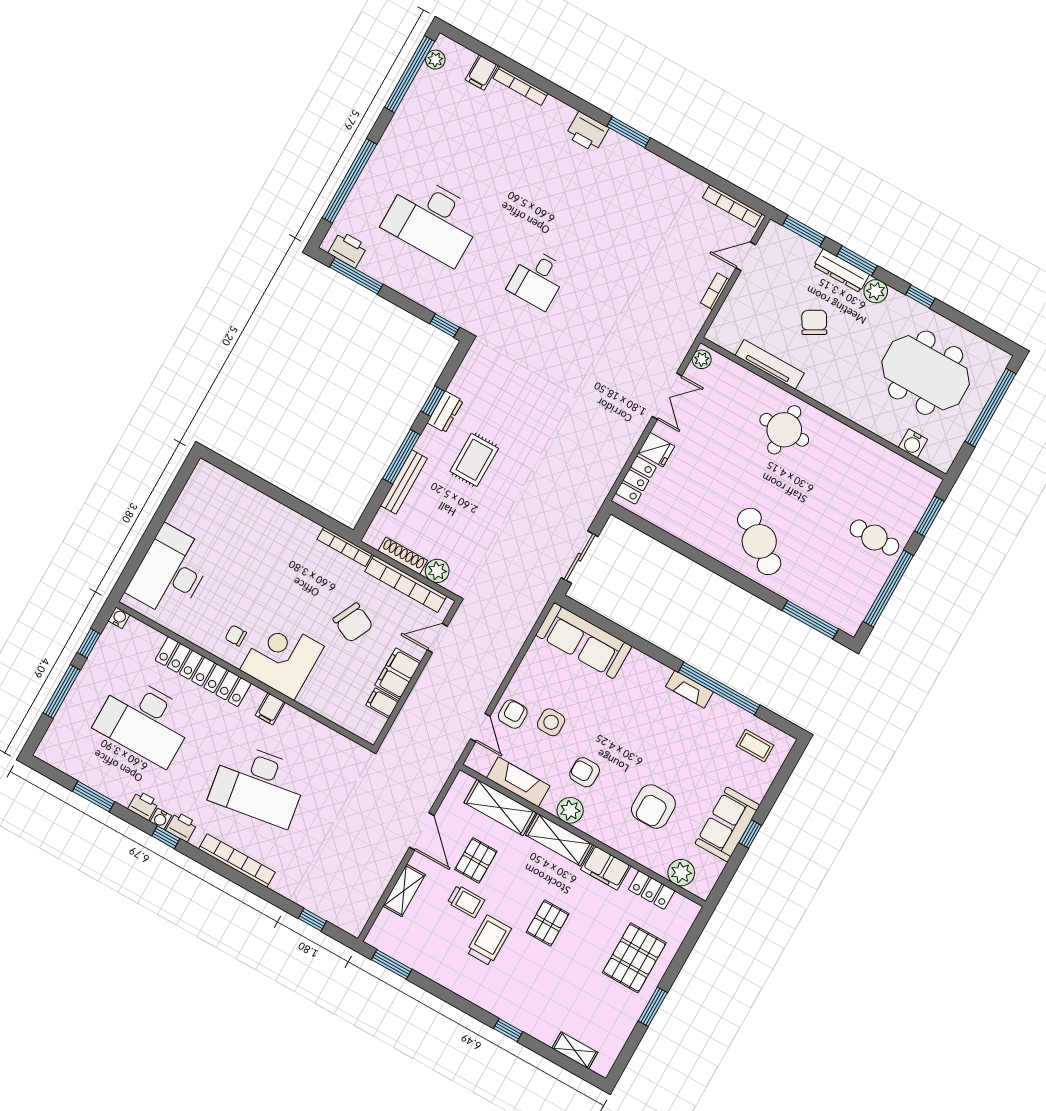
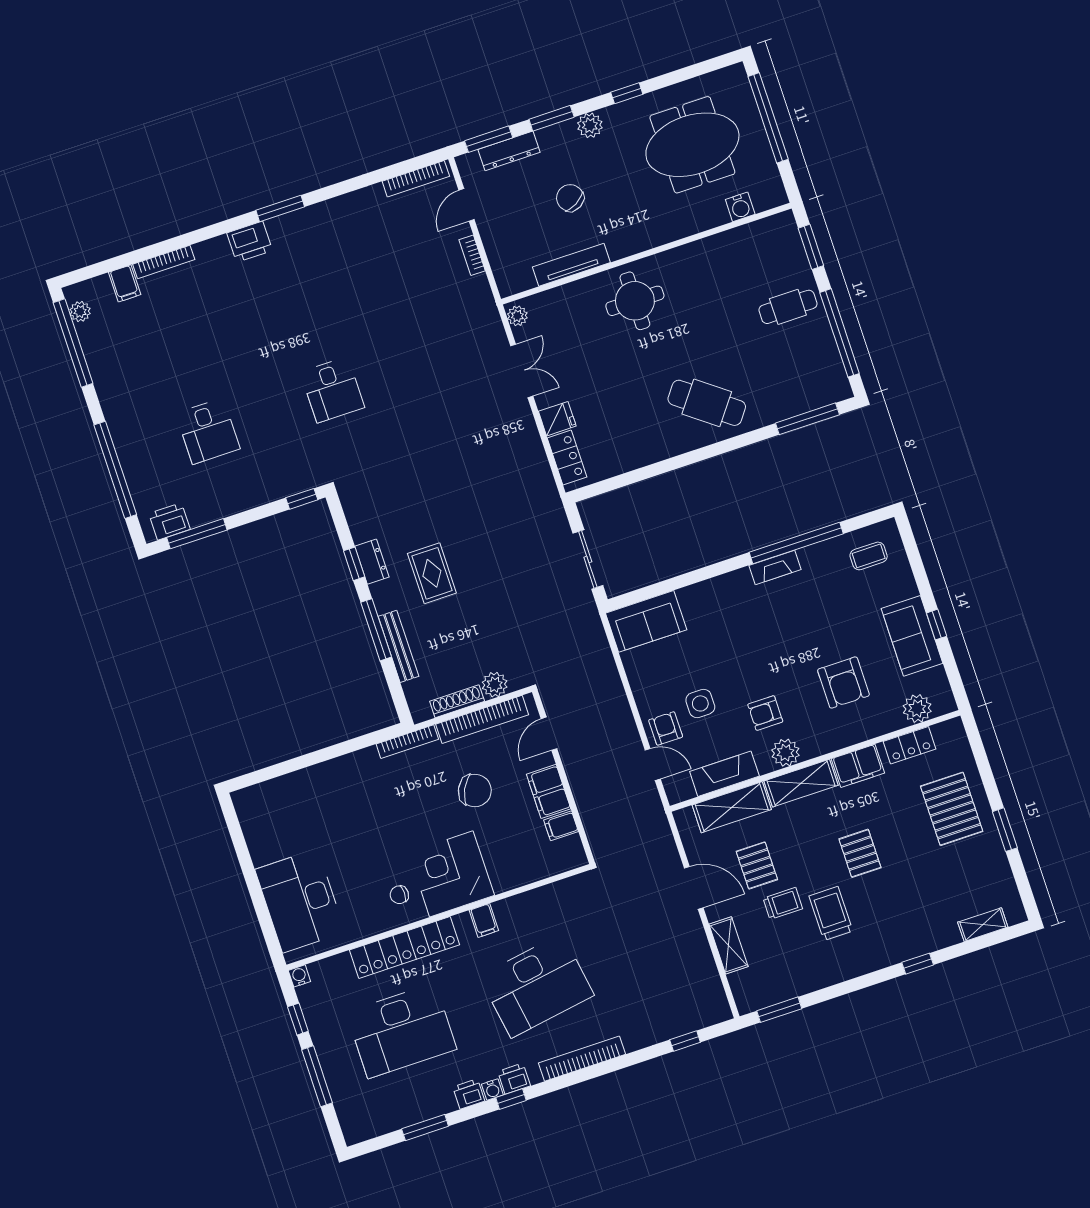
desk: (433, 220) -> (208, 431), width x0.53, depth x0.77
dresser: (841, 270) -> (509, 151), moved
sofa: (584, 641) -> (646, 621), width x0.73

